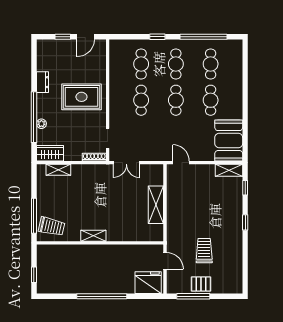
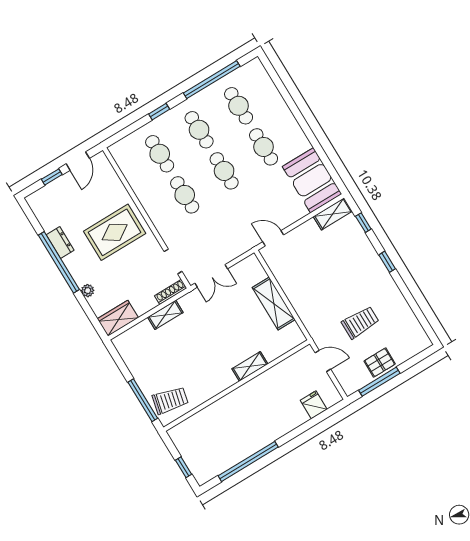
window: (34, 117) -> (59, 262), moved
shelving: (58, 170) -> (165, 315), moved
shelving: (93, 236) -> (250, 366), moved
trolley: (204, 251) -> (360, 322), turned 90
fridge: (148, 283) -> (314, 405), width x0.53, depth x0.75
window: (102, 296) -> (248, 461), moved

